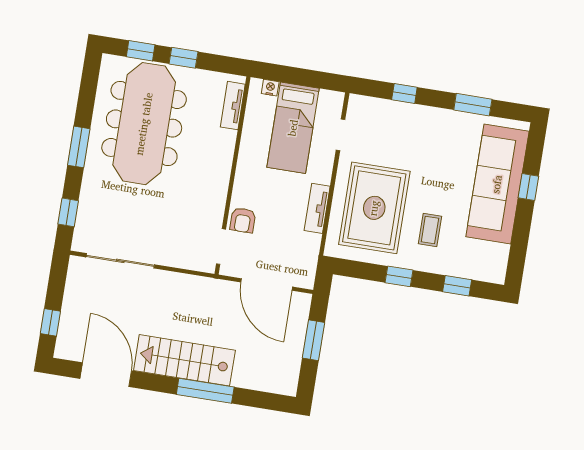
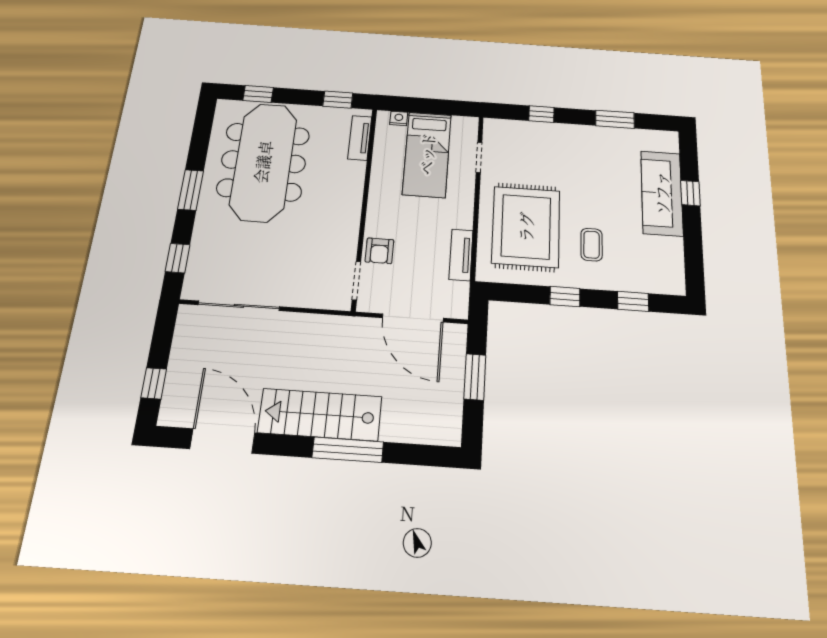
window: (184, 58) -> (338, 100), moved
sofa: (497, 184) -> (662, 193), width x0.74, depth x0.79
tv unit: (317, 208) -> (461, 255), moved

